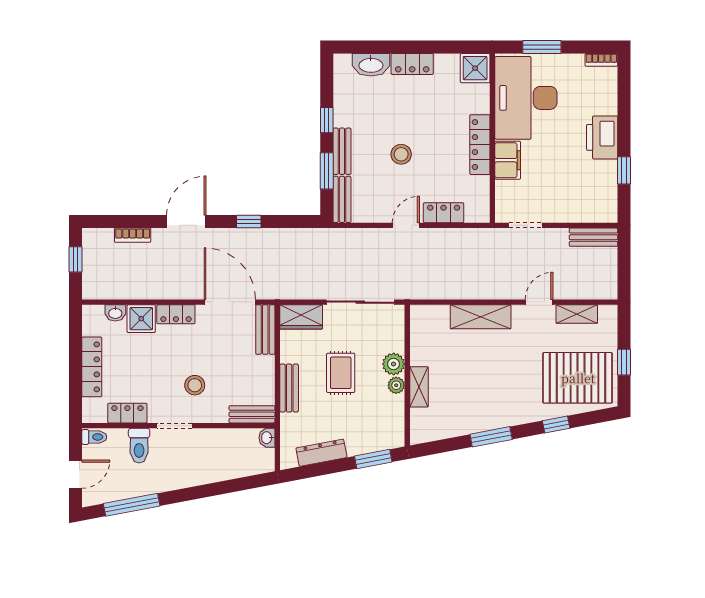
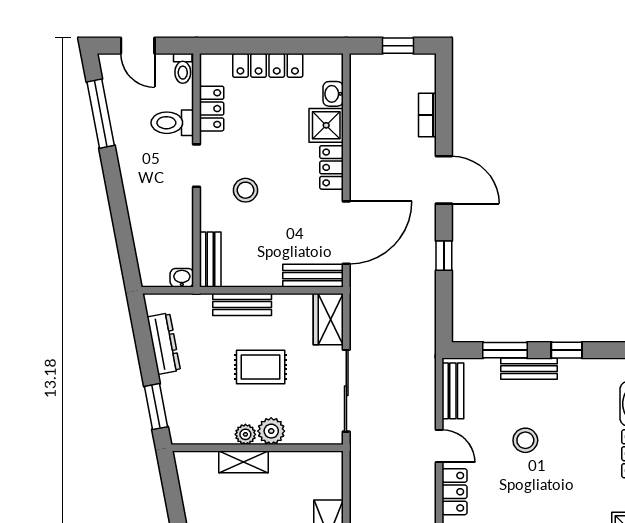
bench: (342, 199) -> (453, 391), moved, turned 90

